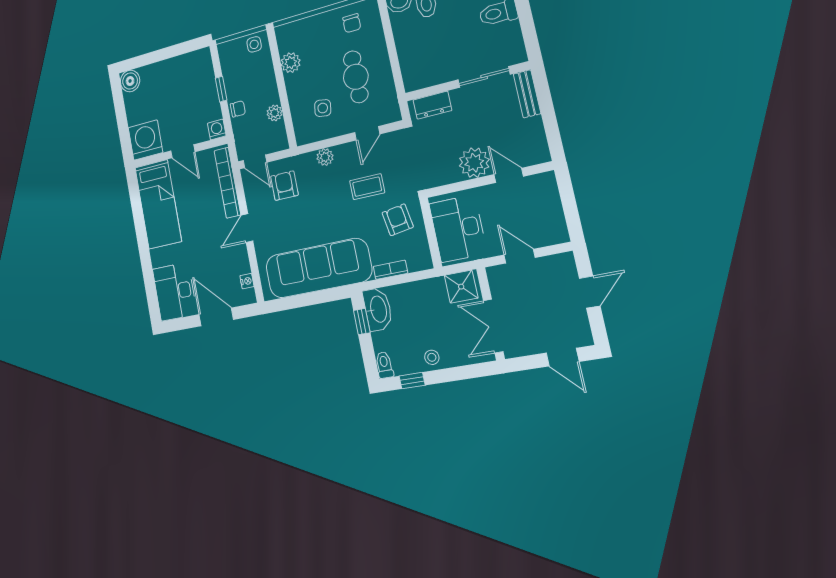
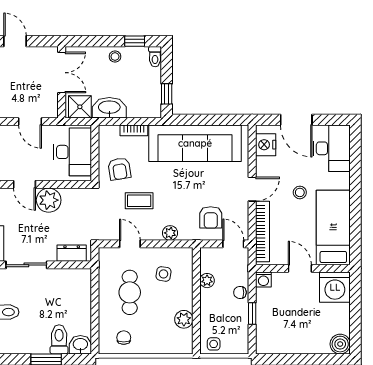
door: (367, 133) -> (130, 244), hinge flipped
stool: (198, 235) -> (300, 192), added
nightstand: (247, 281) -> (266, 145), width x1.89, depth x1.79
washbasin: (378, 309) -> (109, 108), moved, turned 90

